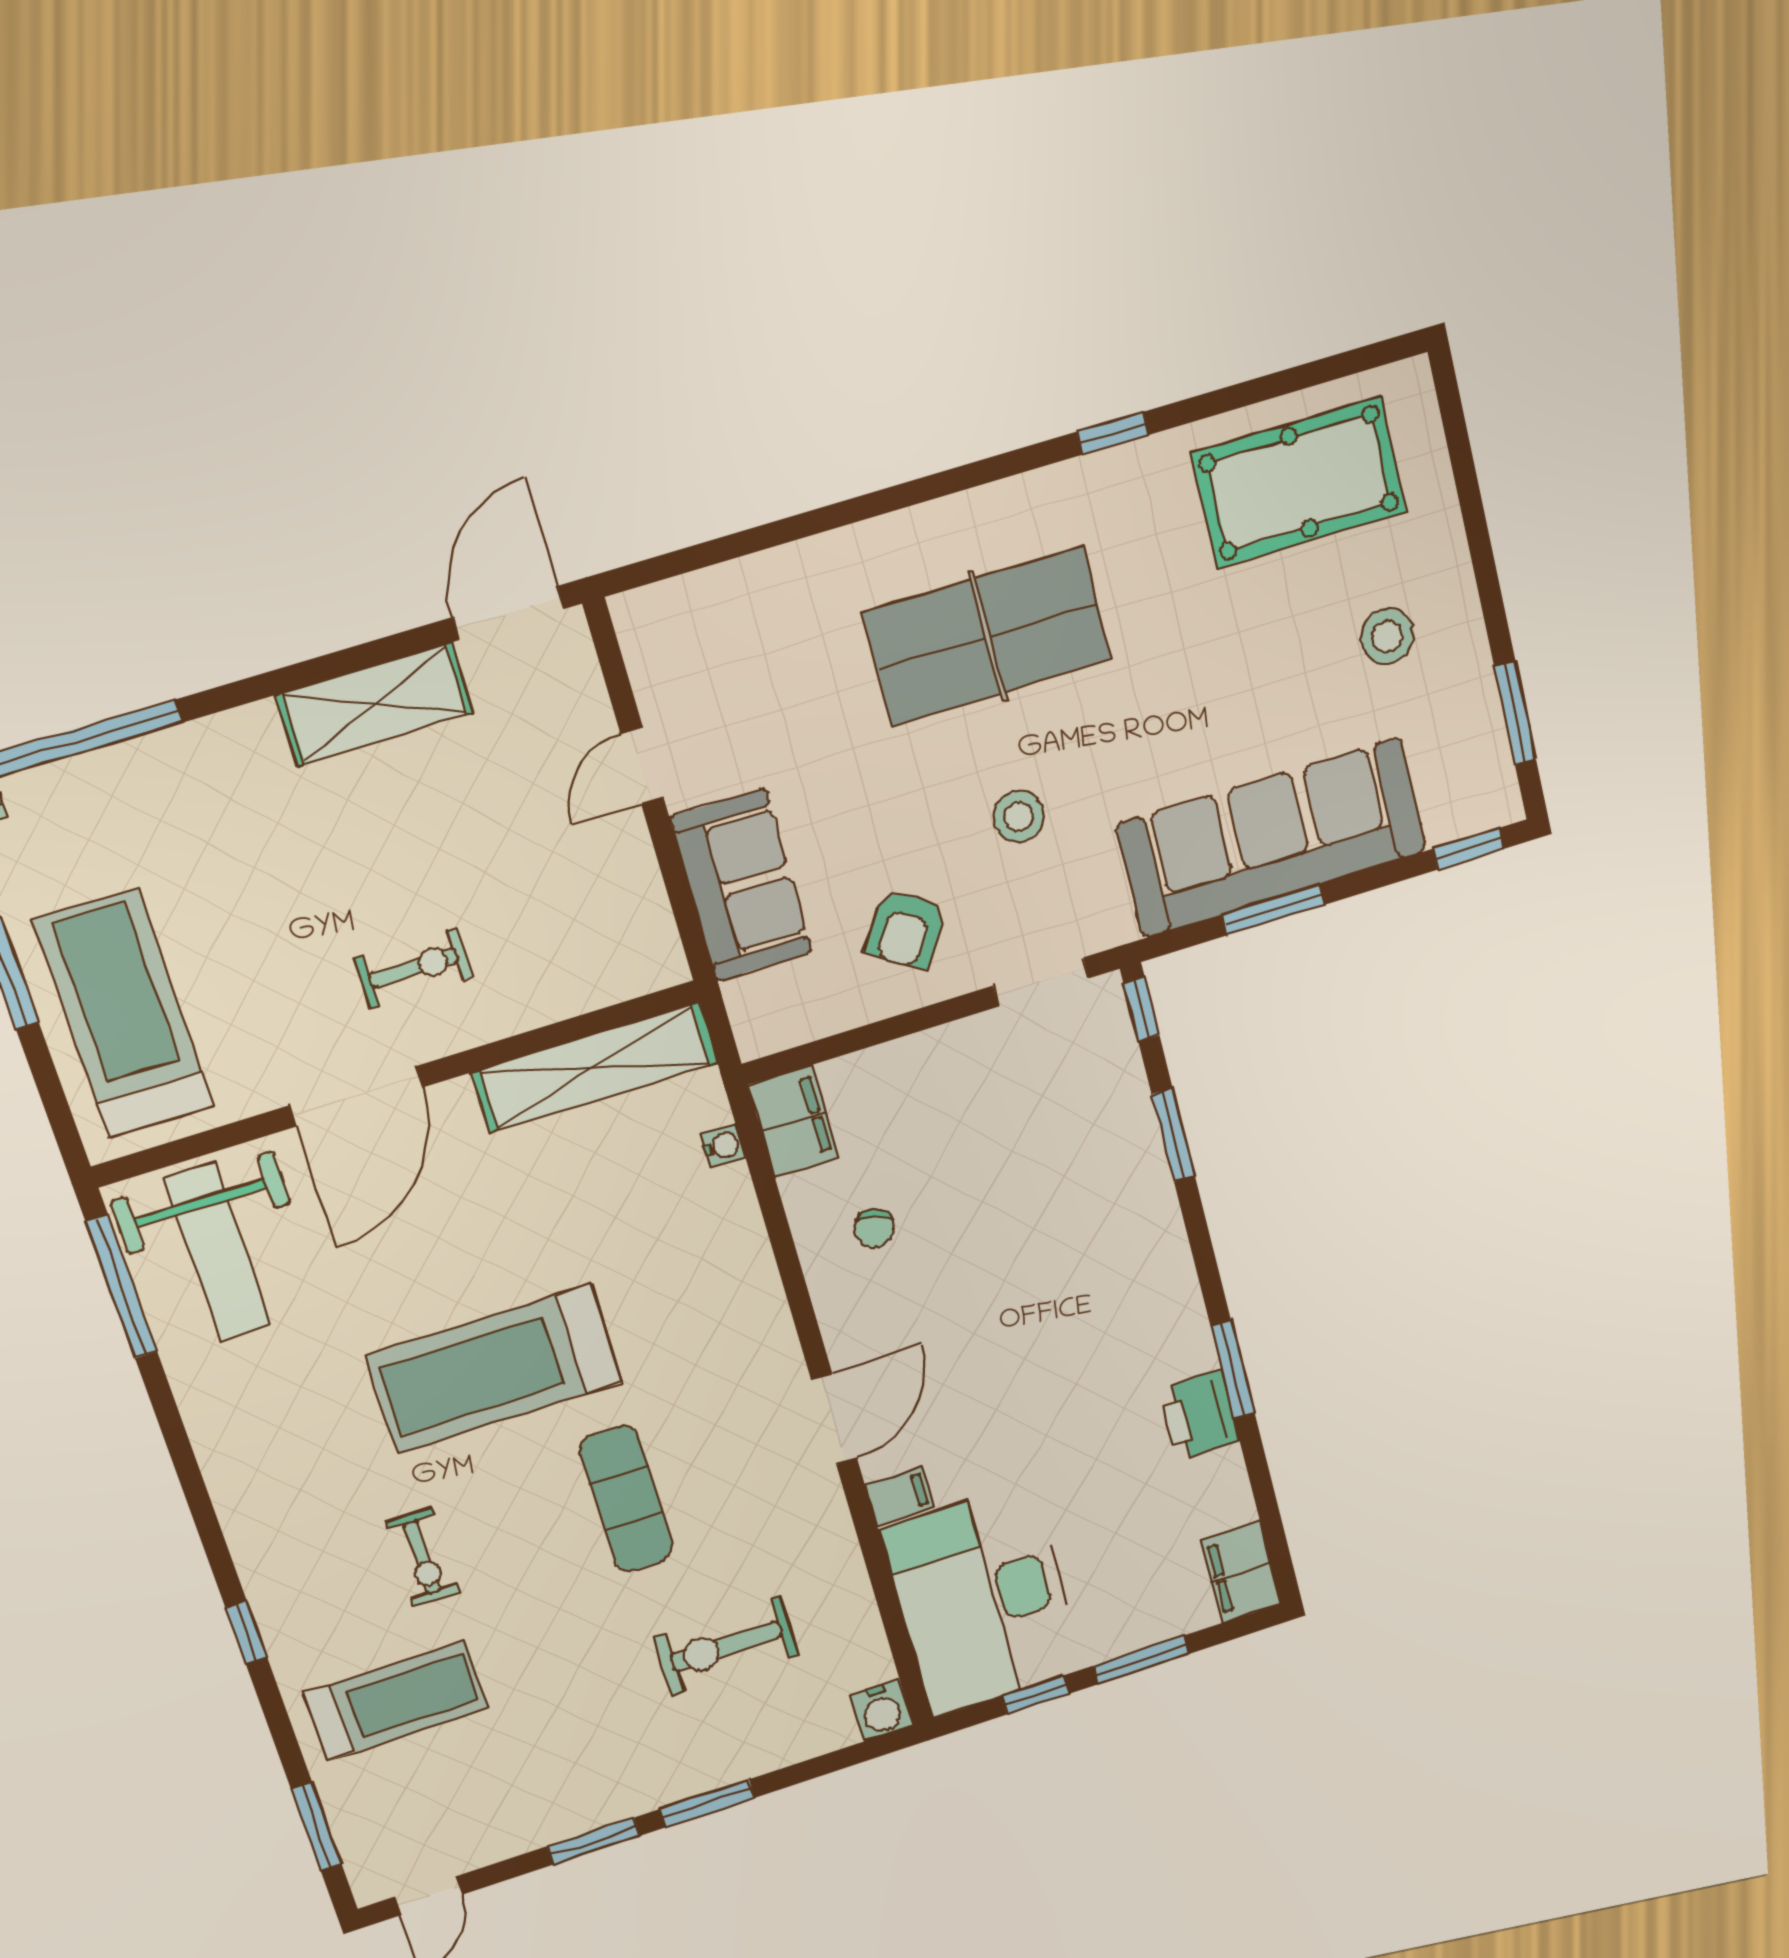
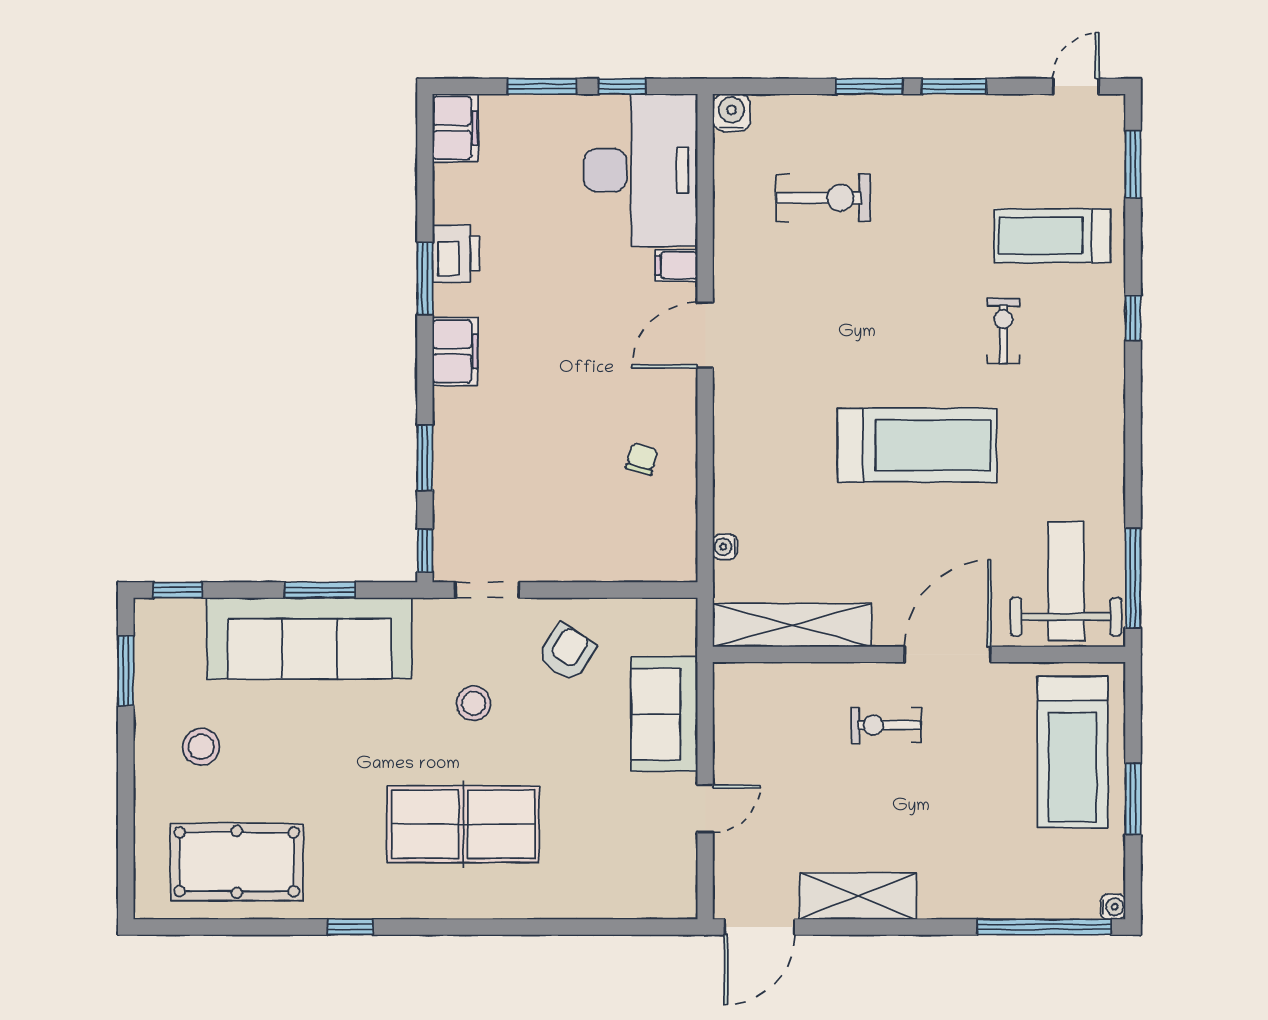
filing cabinet: (793, 1122) -> (455, 351), moved, turned 180
exercise mat: (626, 1499) -> (859, 326), removed

